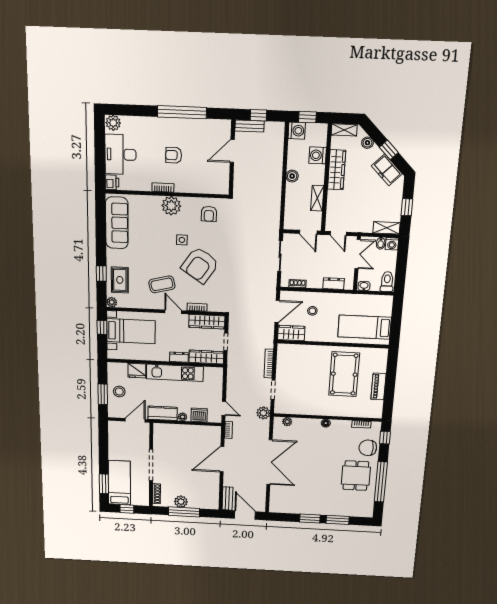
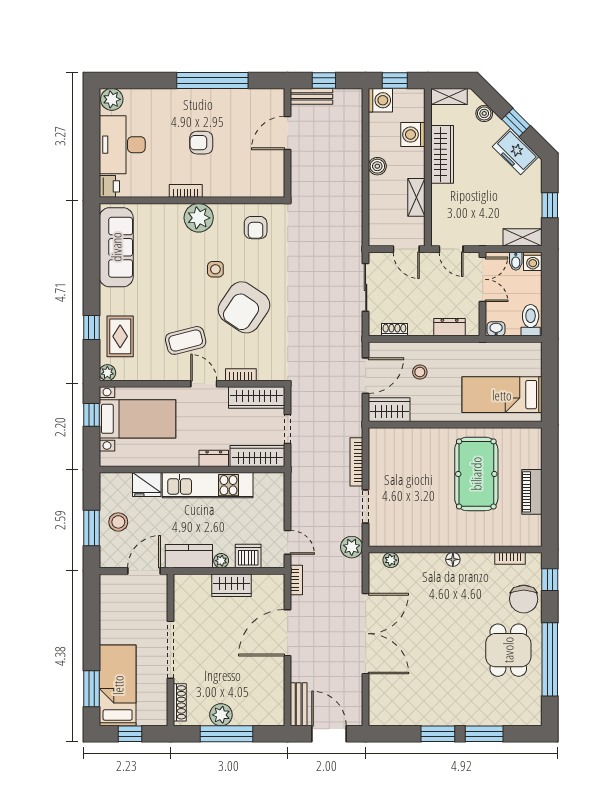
wardrobe: (189, 431) -> (232, 585), added
chair: (368, 448) -> (524, 599), turned -90

